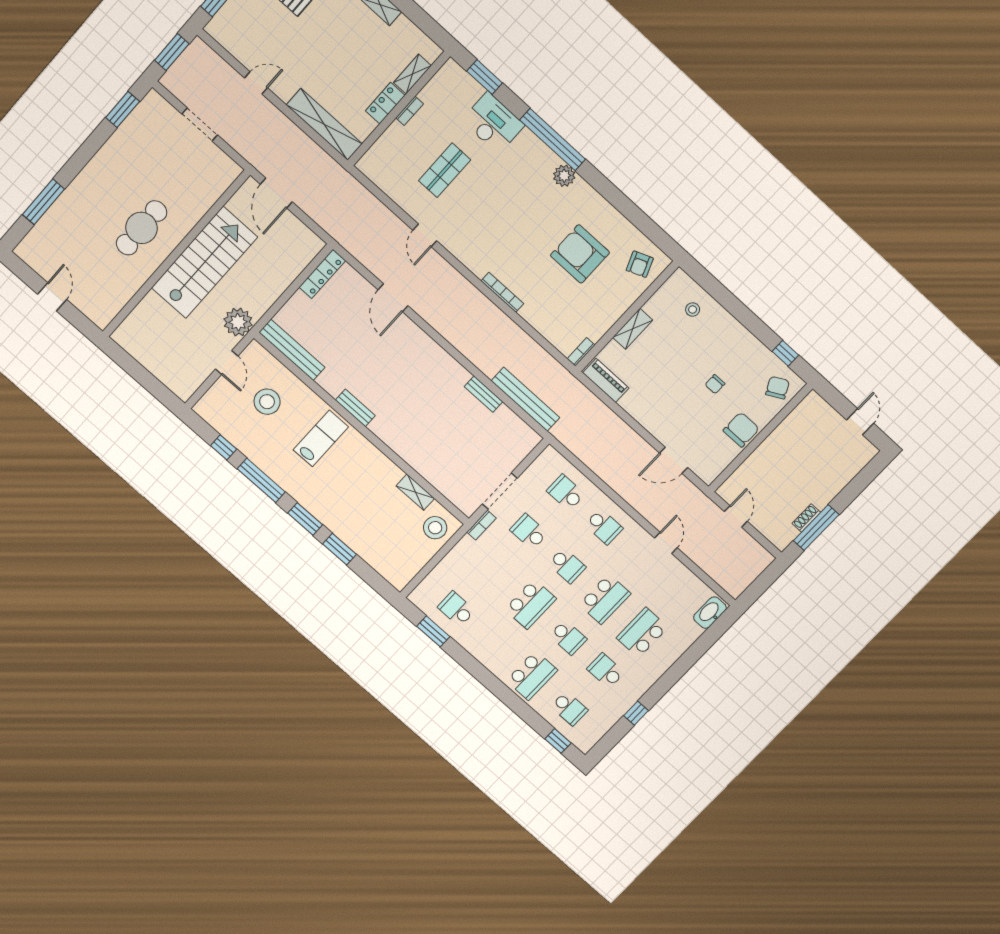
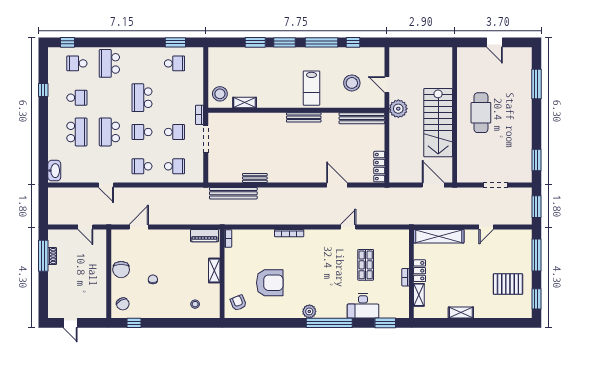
door: (425, 235) -> (348, 227), hinge flipped
bench: (355, 408) -> (304, 117), width x1.36
school desk: (568, 637) -> (109, 98), removed

